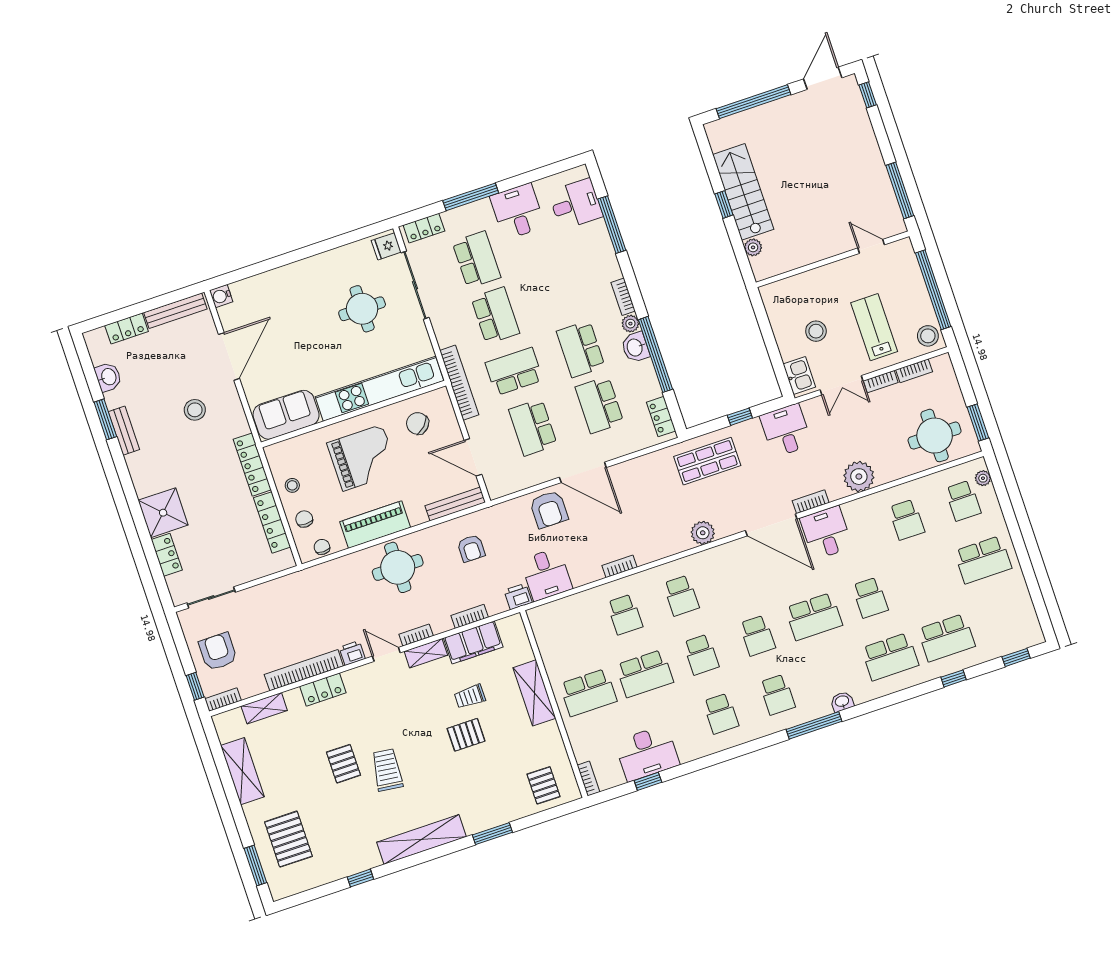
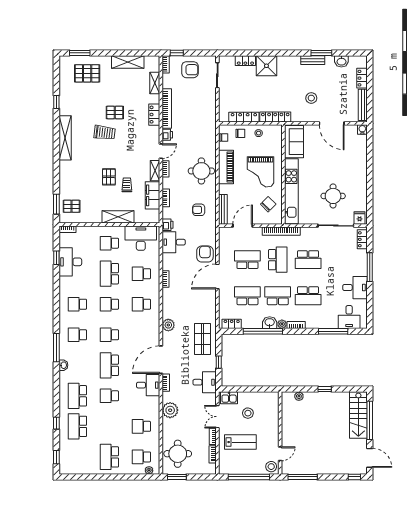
stairs: (743, 192) -> (358, 415), moved, turned 90
school desk: (476, 260) -> (308, 296), moved
stool: (928, 336) -> (271, 467), moved
armchair: (549, 509) -> (205, 254), turned 90
desk: (559, 638) -> (141, 238), added
school desk: (588, 693) -> (109, 243), width x0.54
window: (492, 834) -> (56, 204), moved

